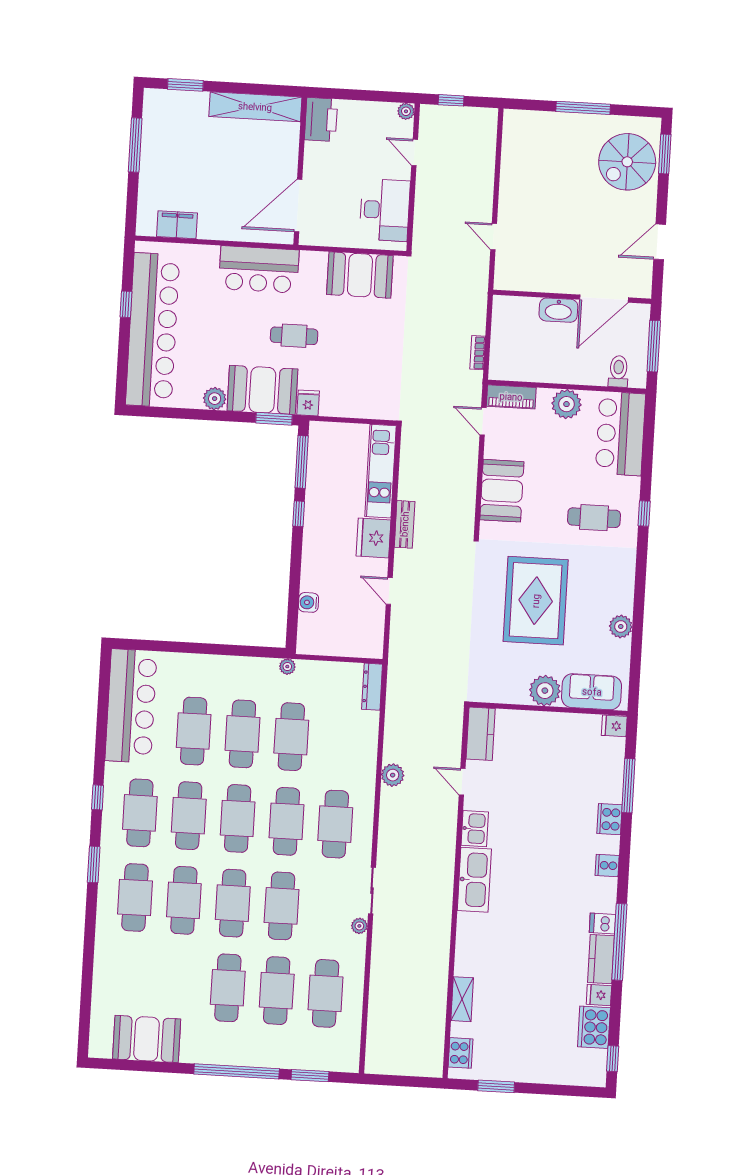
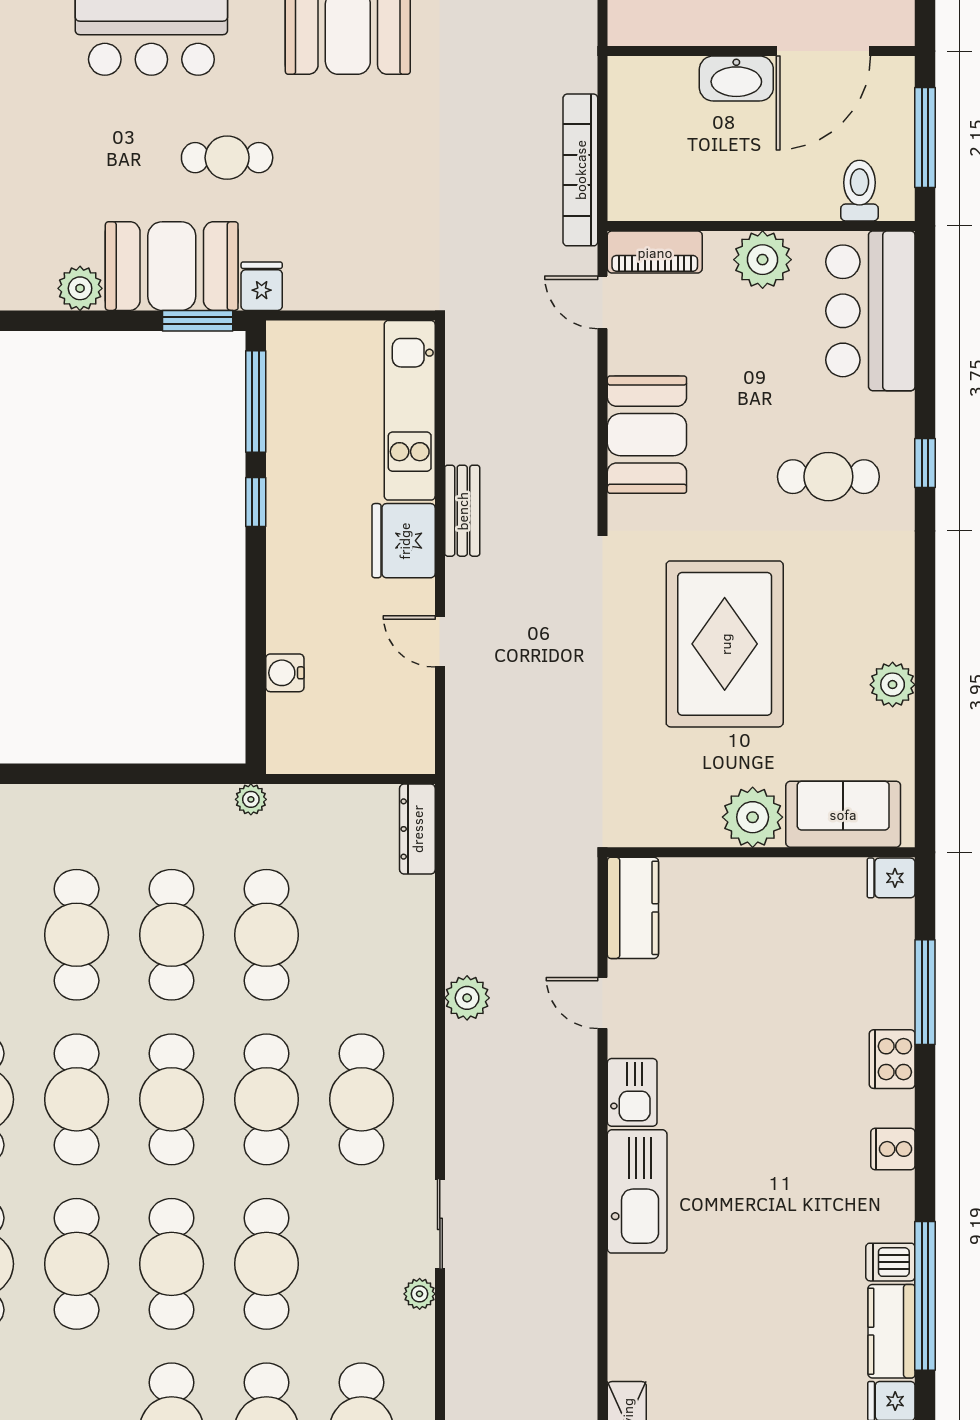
bookcase: (478, 353) -> (580, 170), width x2.31, depth x1.31

